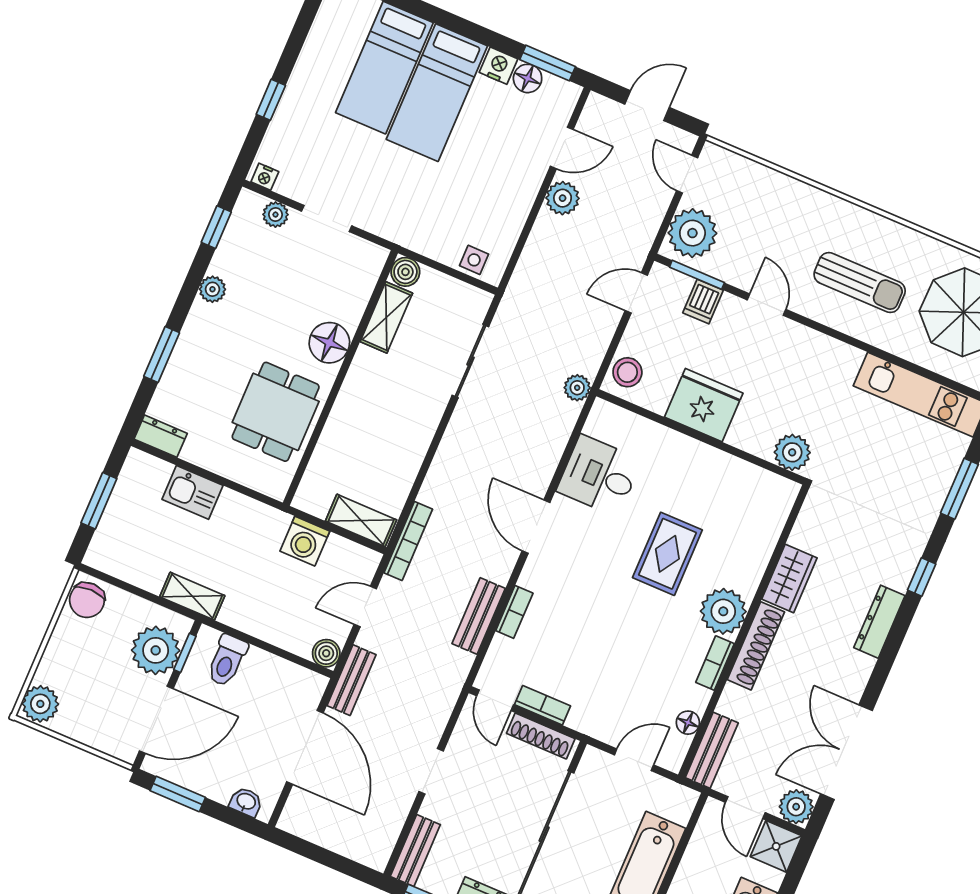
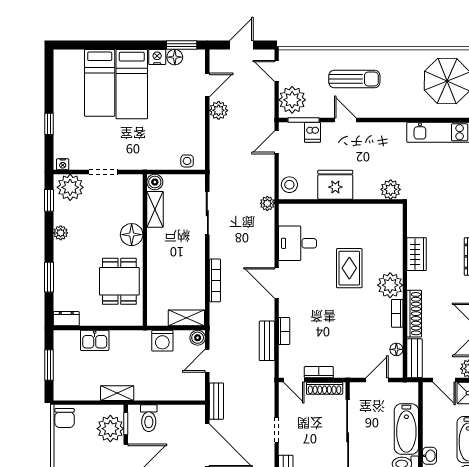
plant: (275, 215) -> (70, 187), width x1.88, depth x1.88
sun lounger: (860, 283) -> (354, 79), moved
bookcase: (408, 541) -> (215, 280), moved
shoe rack: (756, 646) -> (414, 314), moved
boiler: (326, 653) -> (198, 338), moved

